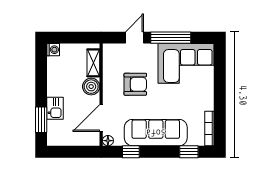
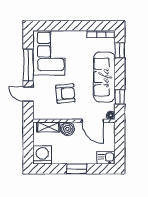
washing machine: (53, 50) -> (42, 155), width x1.89, depth x1.89
armchair: (135, 84) -> (65, 93), turned 85
kitchen sink: (55, 108) -> (106, 158), moved
window: (41, 120) -> (76, 169), moved

